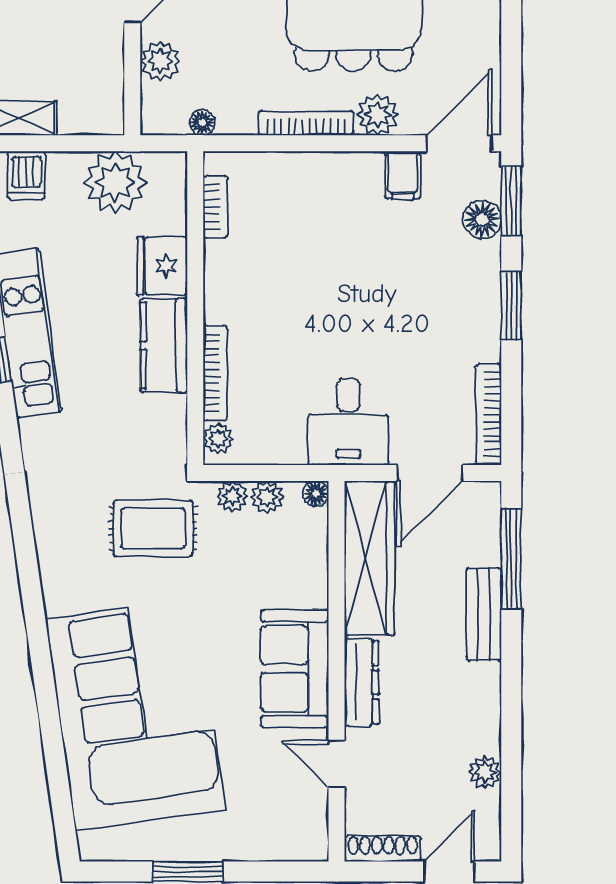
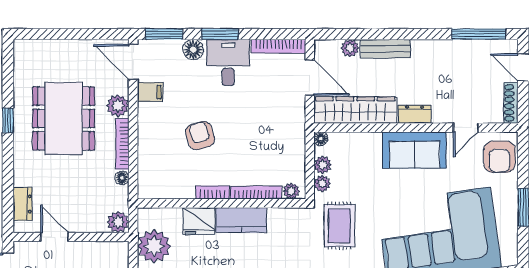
plant: (160, 61) -> (118, 222), moved
floor lamp: (202, 123) -> (122, 178), moved
bookcase: (215, 207) -> (212, 192), moved
floor lamp: (482, 219) -> (193, 50), moved
armchair: (322, 268) -> (200, 135), added
desk: (348, 422) -> (228, 62), moved, turned -90
window: (511, 558) -> (479, 34), moved
dresser: (361, 682) -> (415, 114), width x0.70
plant: (485, 772) -> (350, 48), moved
armchair: (282, 827) -> (499, 157), added

